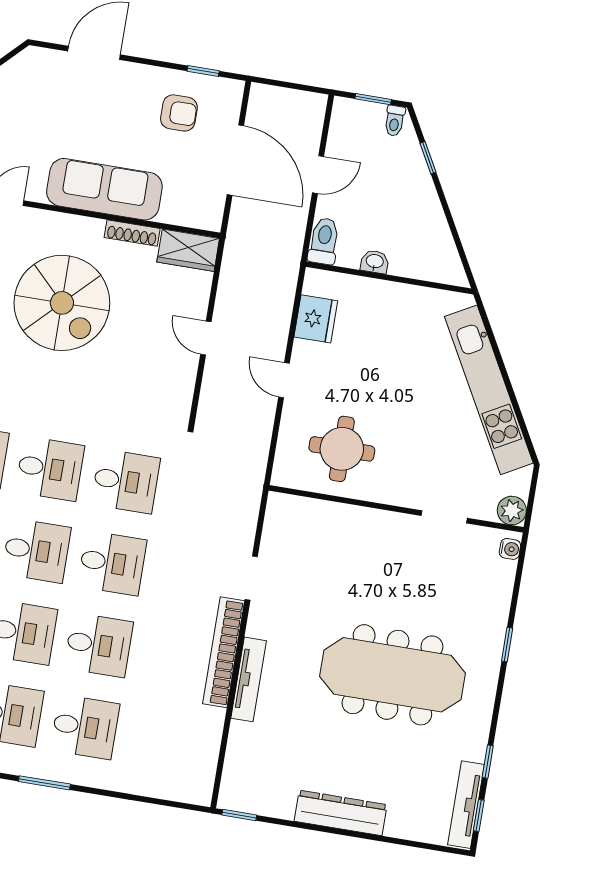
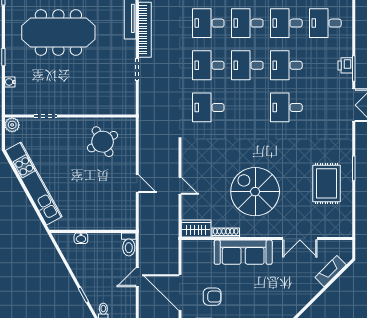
armchair: (179, 113) -> (212, 297), turned 180
door: (235, 160) -> (180, 293), moved
washbasin: (375, 262) -> (81, 238), moved
fridge: (316, 319) -> (126, 205), removed
door: (284, 380) -> (137, 184), moved
round table: (342, 449) -> (103, 142), turned -30
desk: (50, 469) -> (247, 107), removed
water cooler: (510, 549) -> (10, 82), moved

